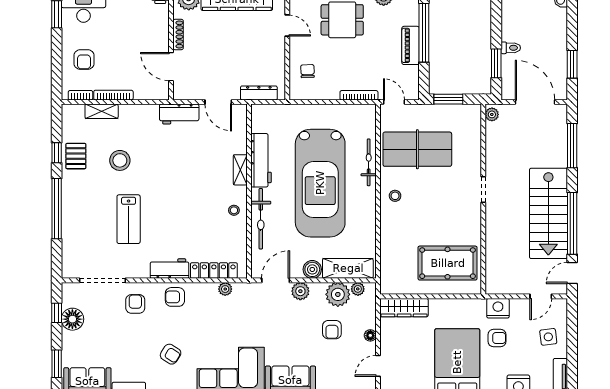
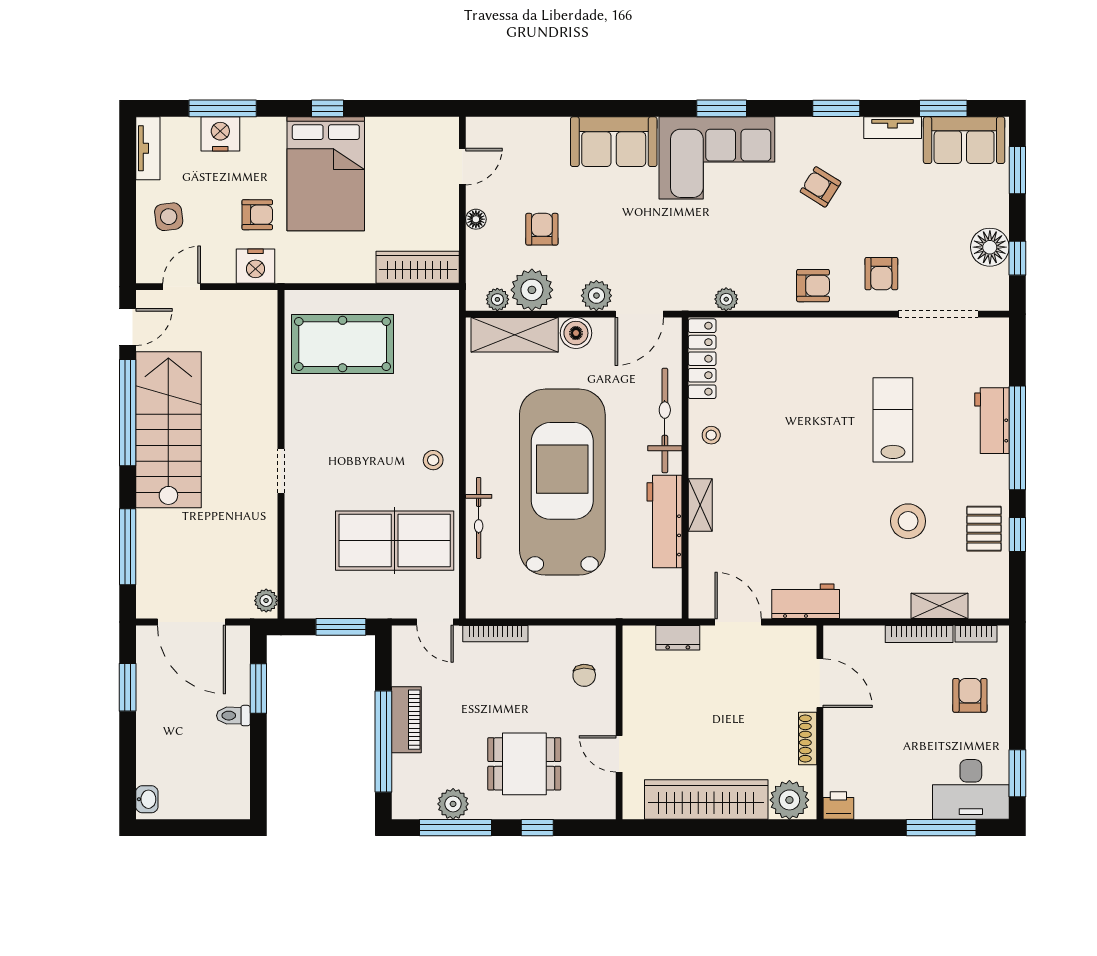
dresser: (259, 93) -> (678, 638), width x0.70
workbench: (170, 269) -> (992, 421), moved, turned 90
locker: (214, 271) -> (702, 359), moved, turned -90
armchair: (497, 338) -> (257, 215), turned 180

